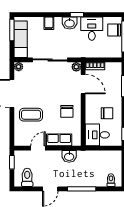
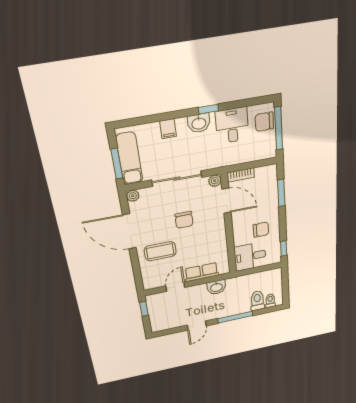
window: (12, 30) -> (117, 164), moved
chair: (67, 111) -> (184, 220), moved
toilet: (27, 177) -> (257, 301), moved

